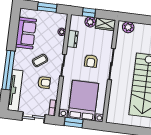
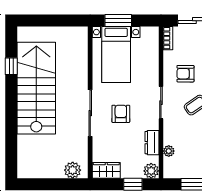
plant: (90, 22) -> (151, 171), moved
bed with nightstands: (83, 101) -> (116, 55), width x0.73
window: (74, 123) -> (118, 21), moved

